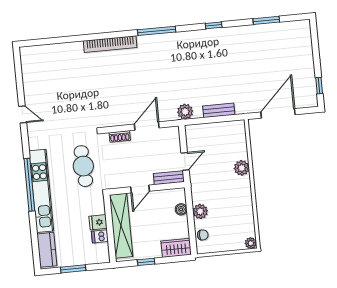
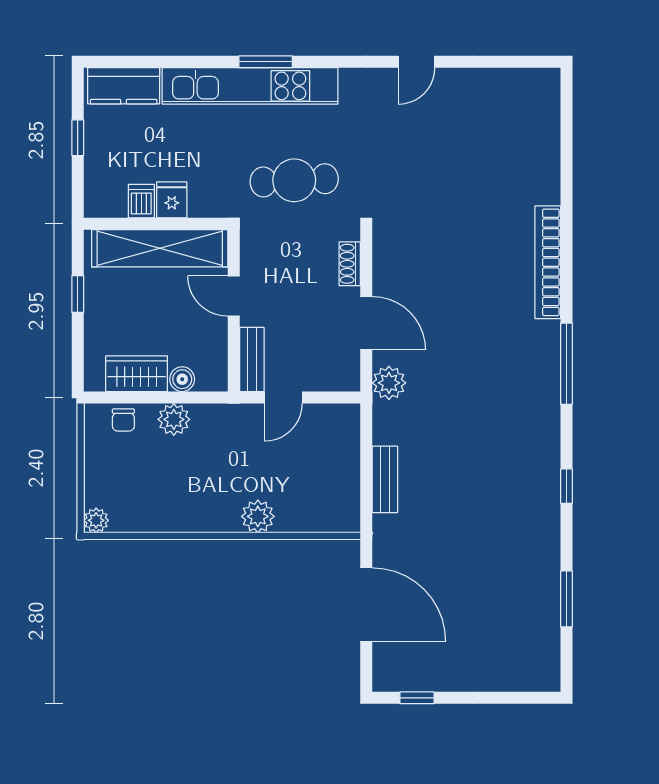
plant: (185, 112) -> (389, 383), moved
door: (185, 161) -> (283, 397), hinge flipped
window: (29, 185) -> (266, 62), width x0.47
wardrobe: (176, 248) -> (137, 374), moved, turned -90
window: (73, 269) -> (78, 138), width x0.67

